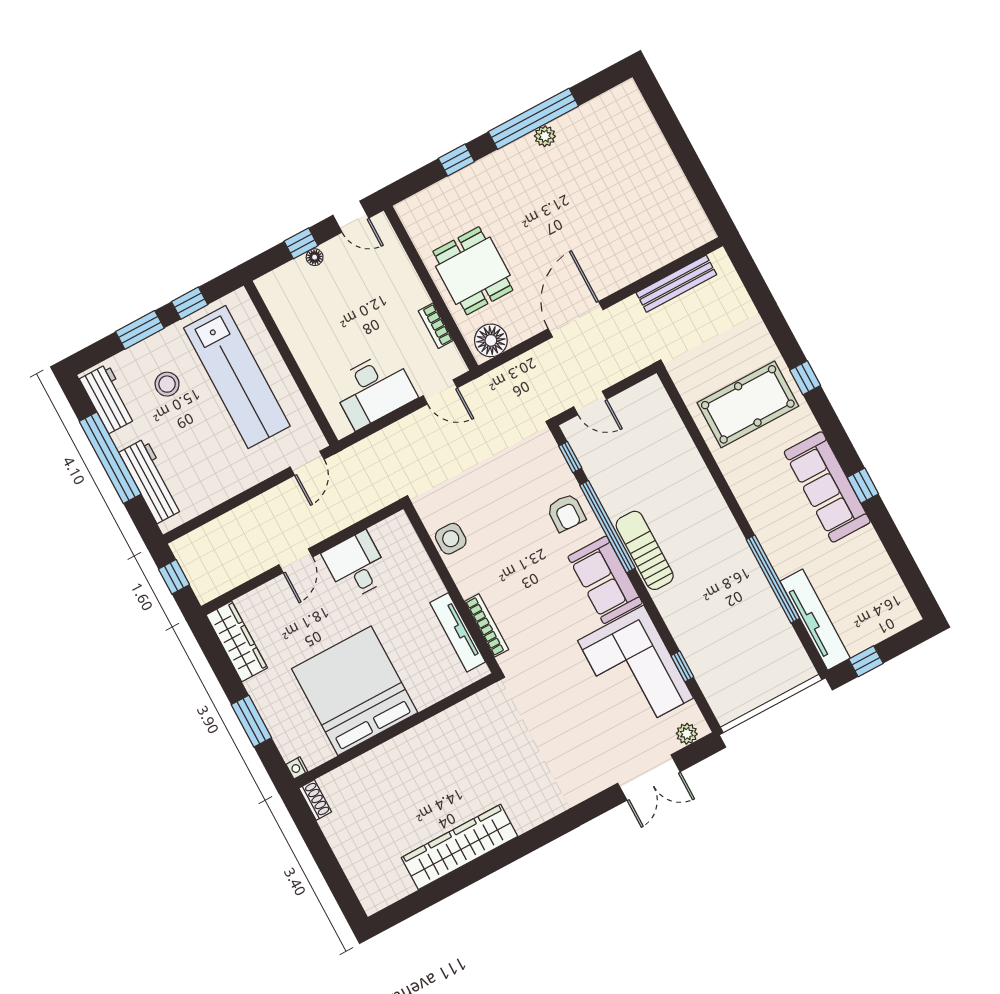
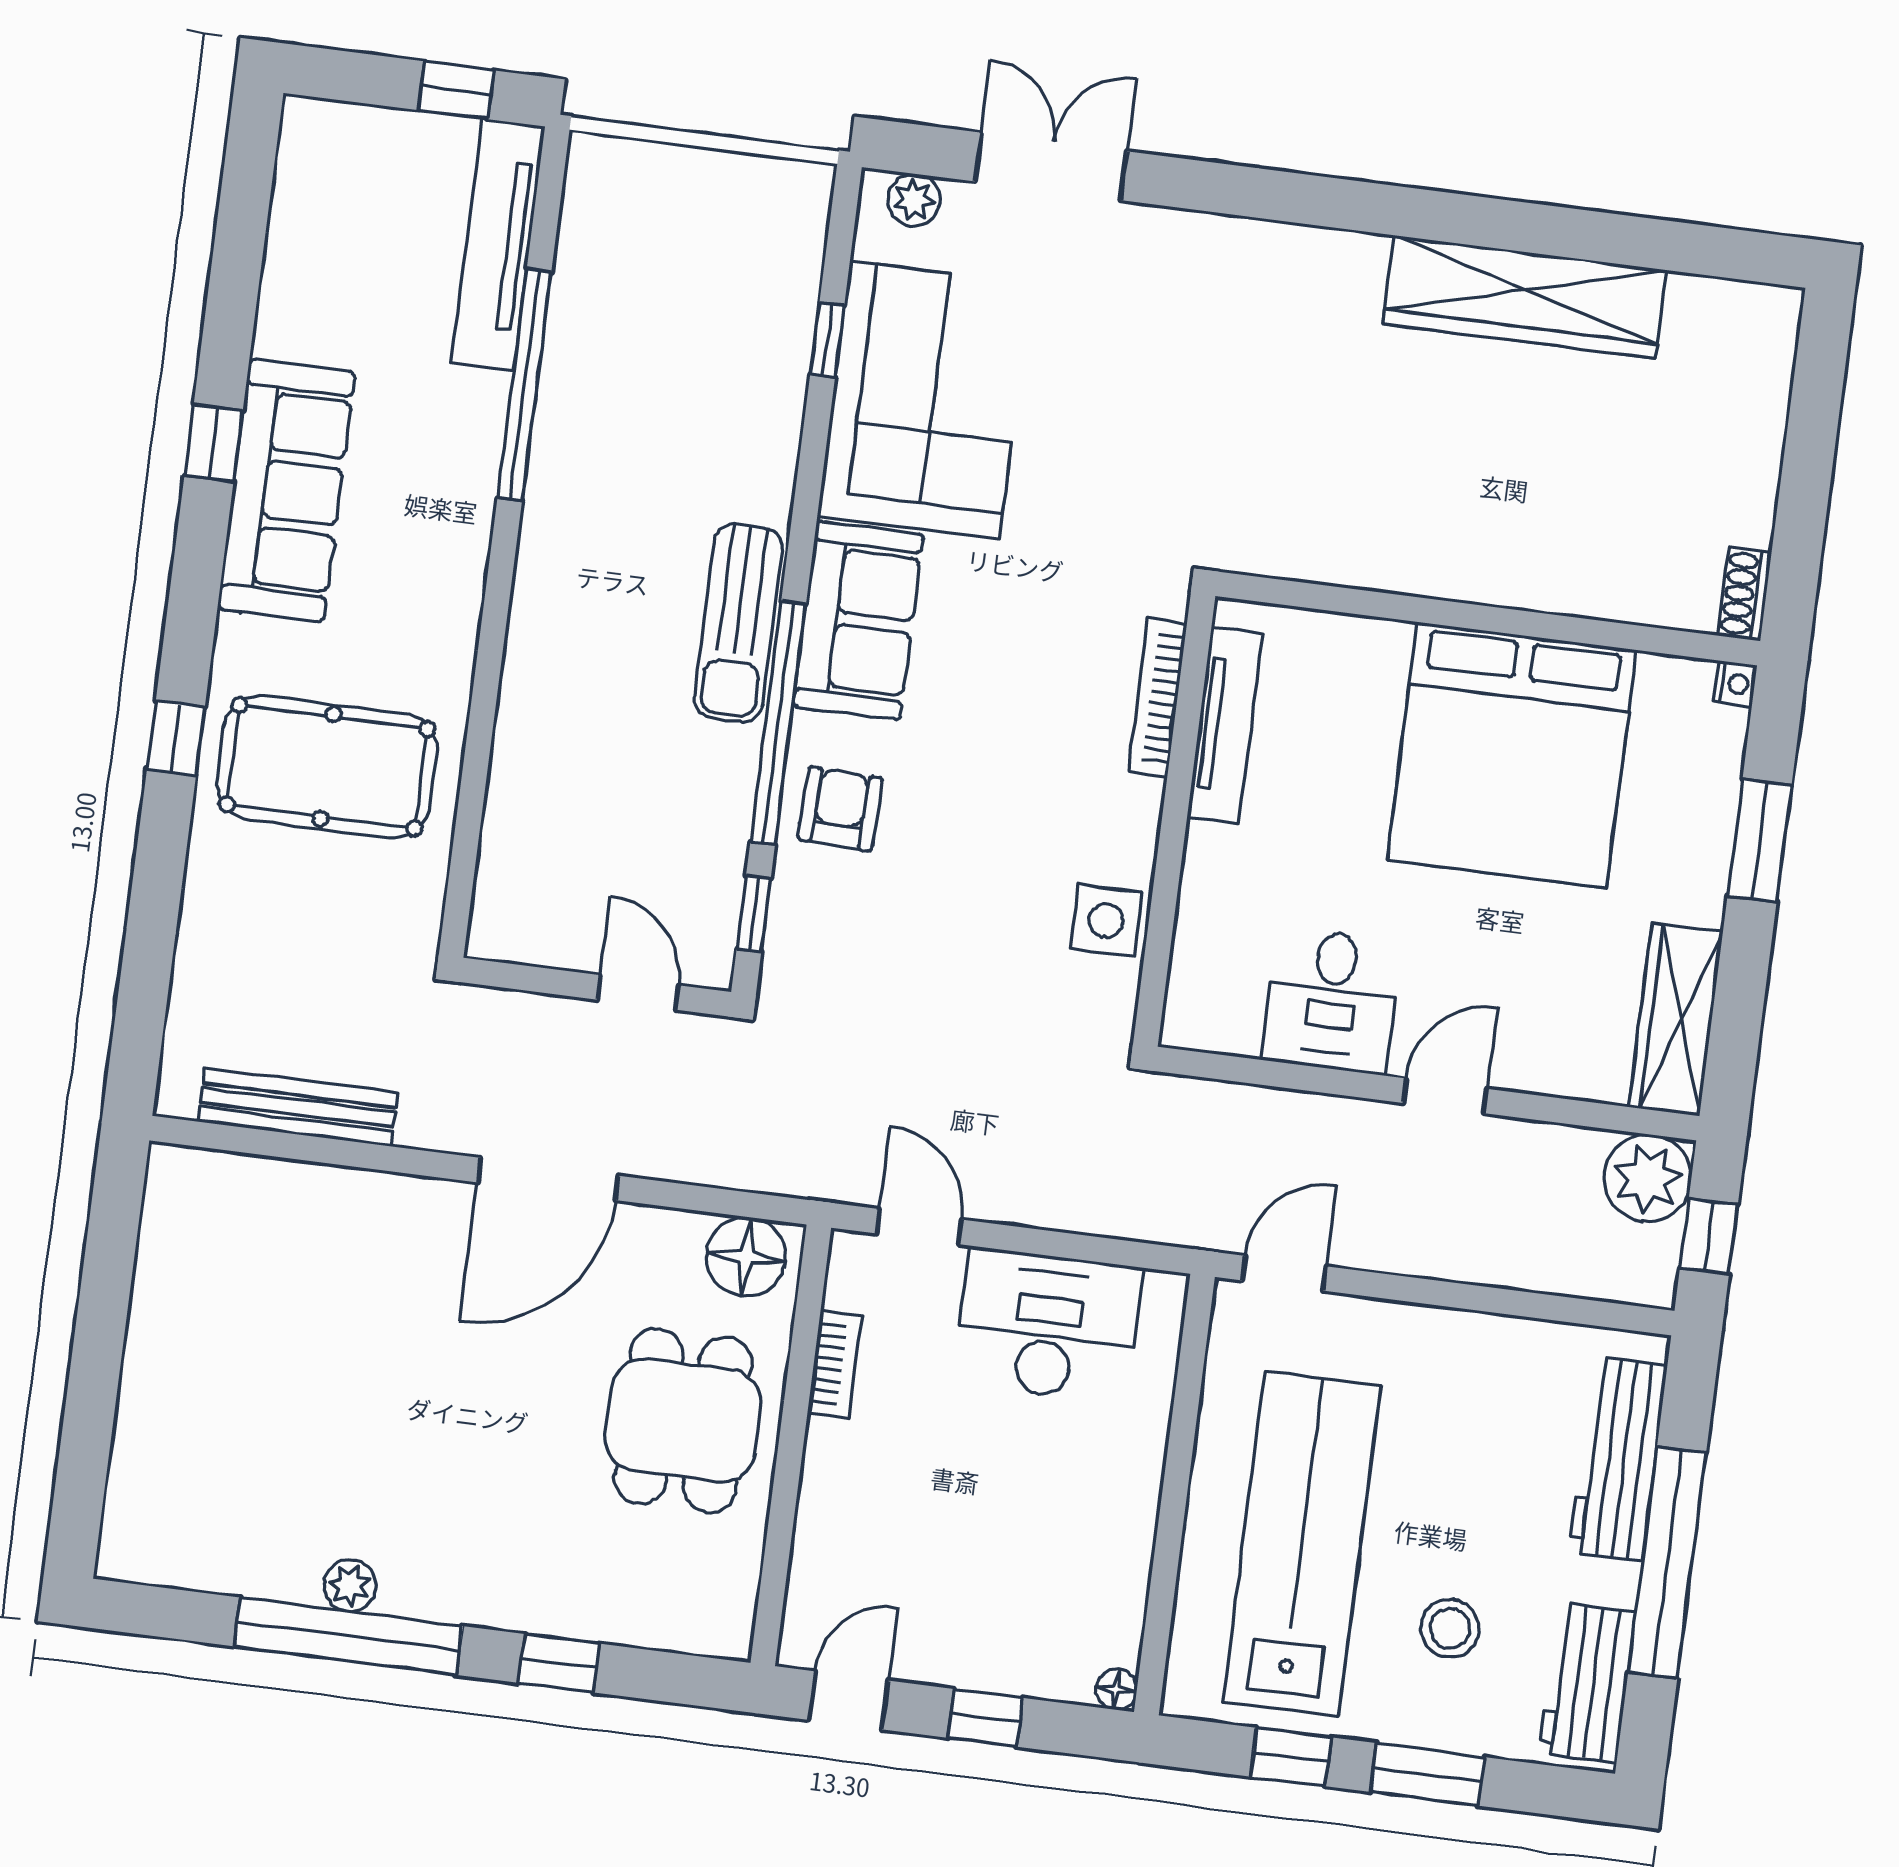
door: (351, 217) -> (849, 1700), hinge flipped
floor lamp: (315, 257) -> (1117, 1689), moved
plant: (208, 582) -> (1648, 1178), added

